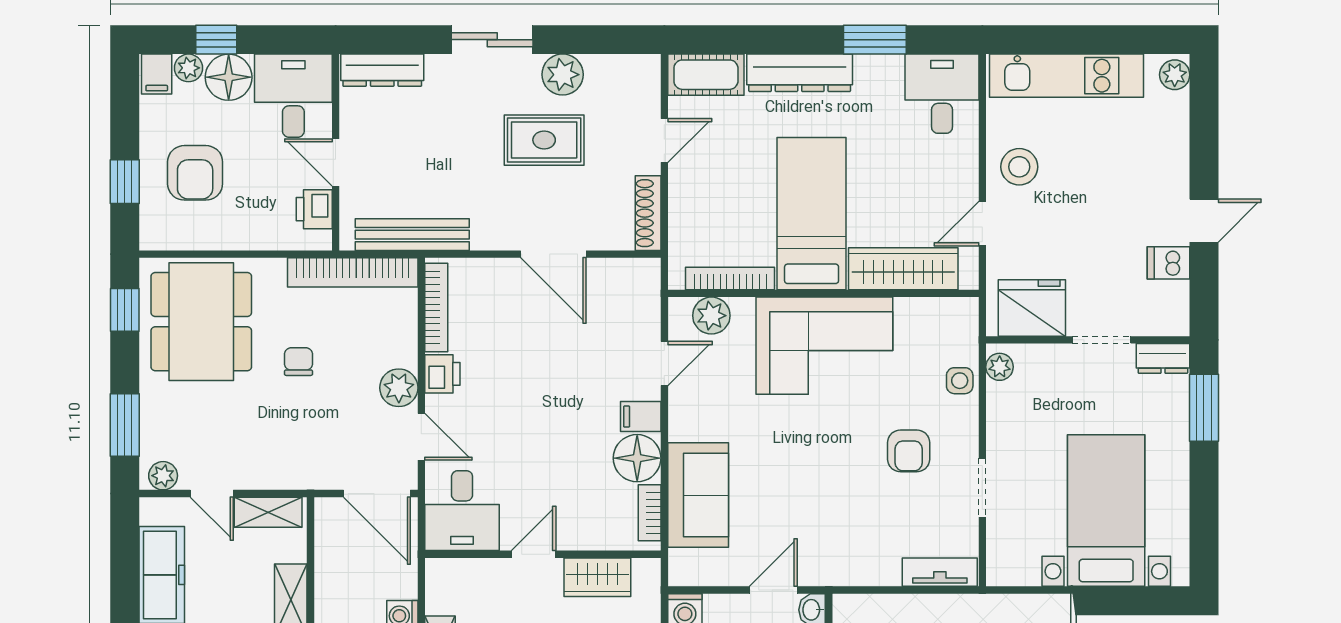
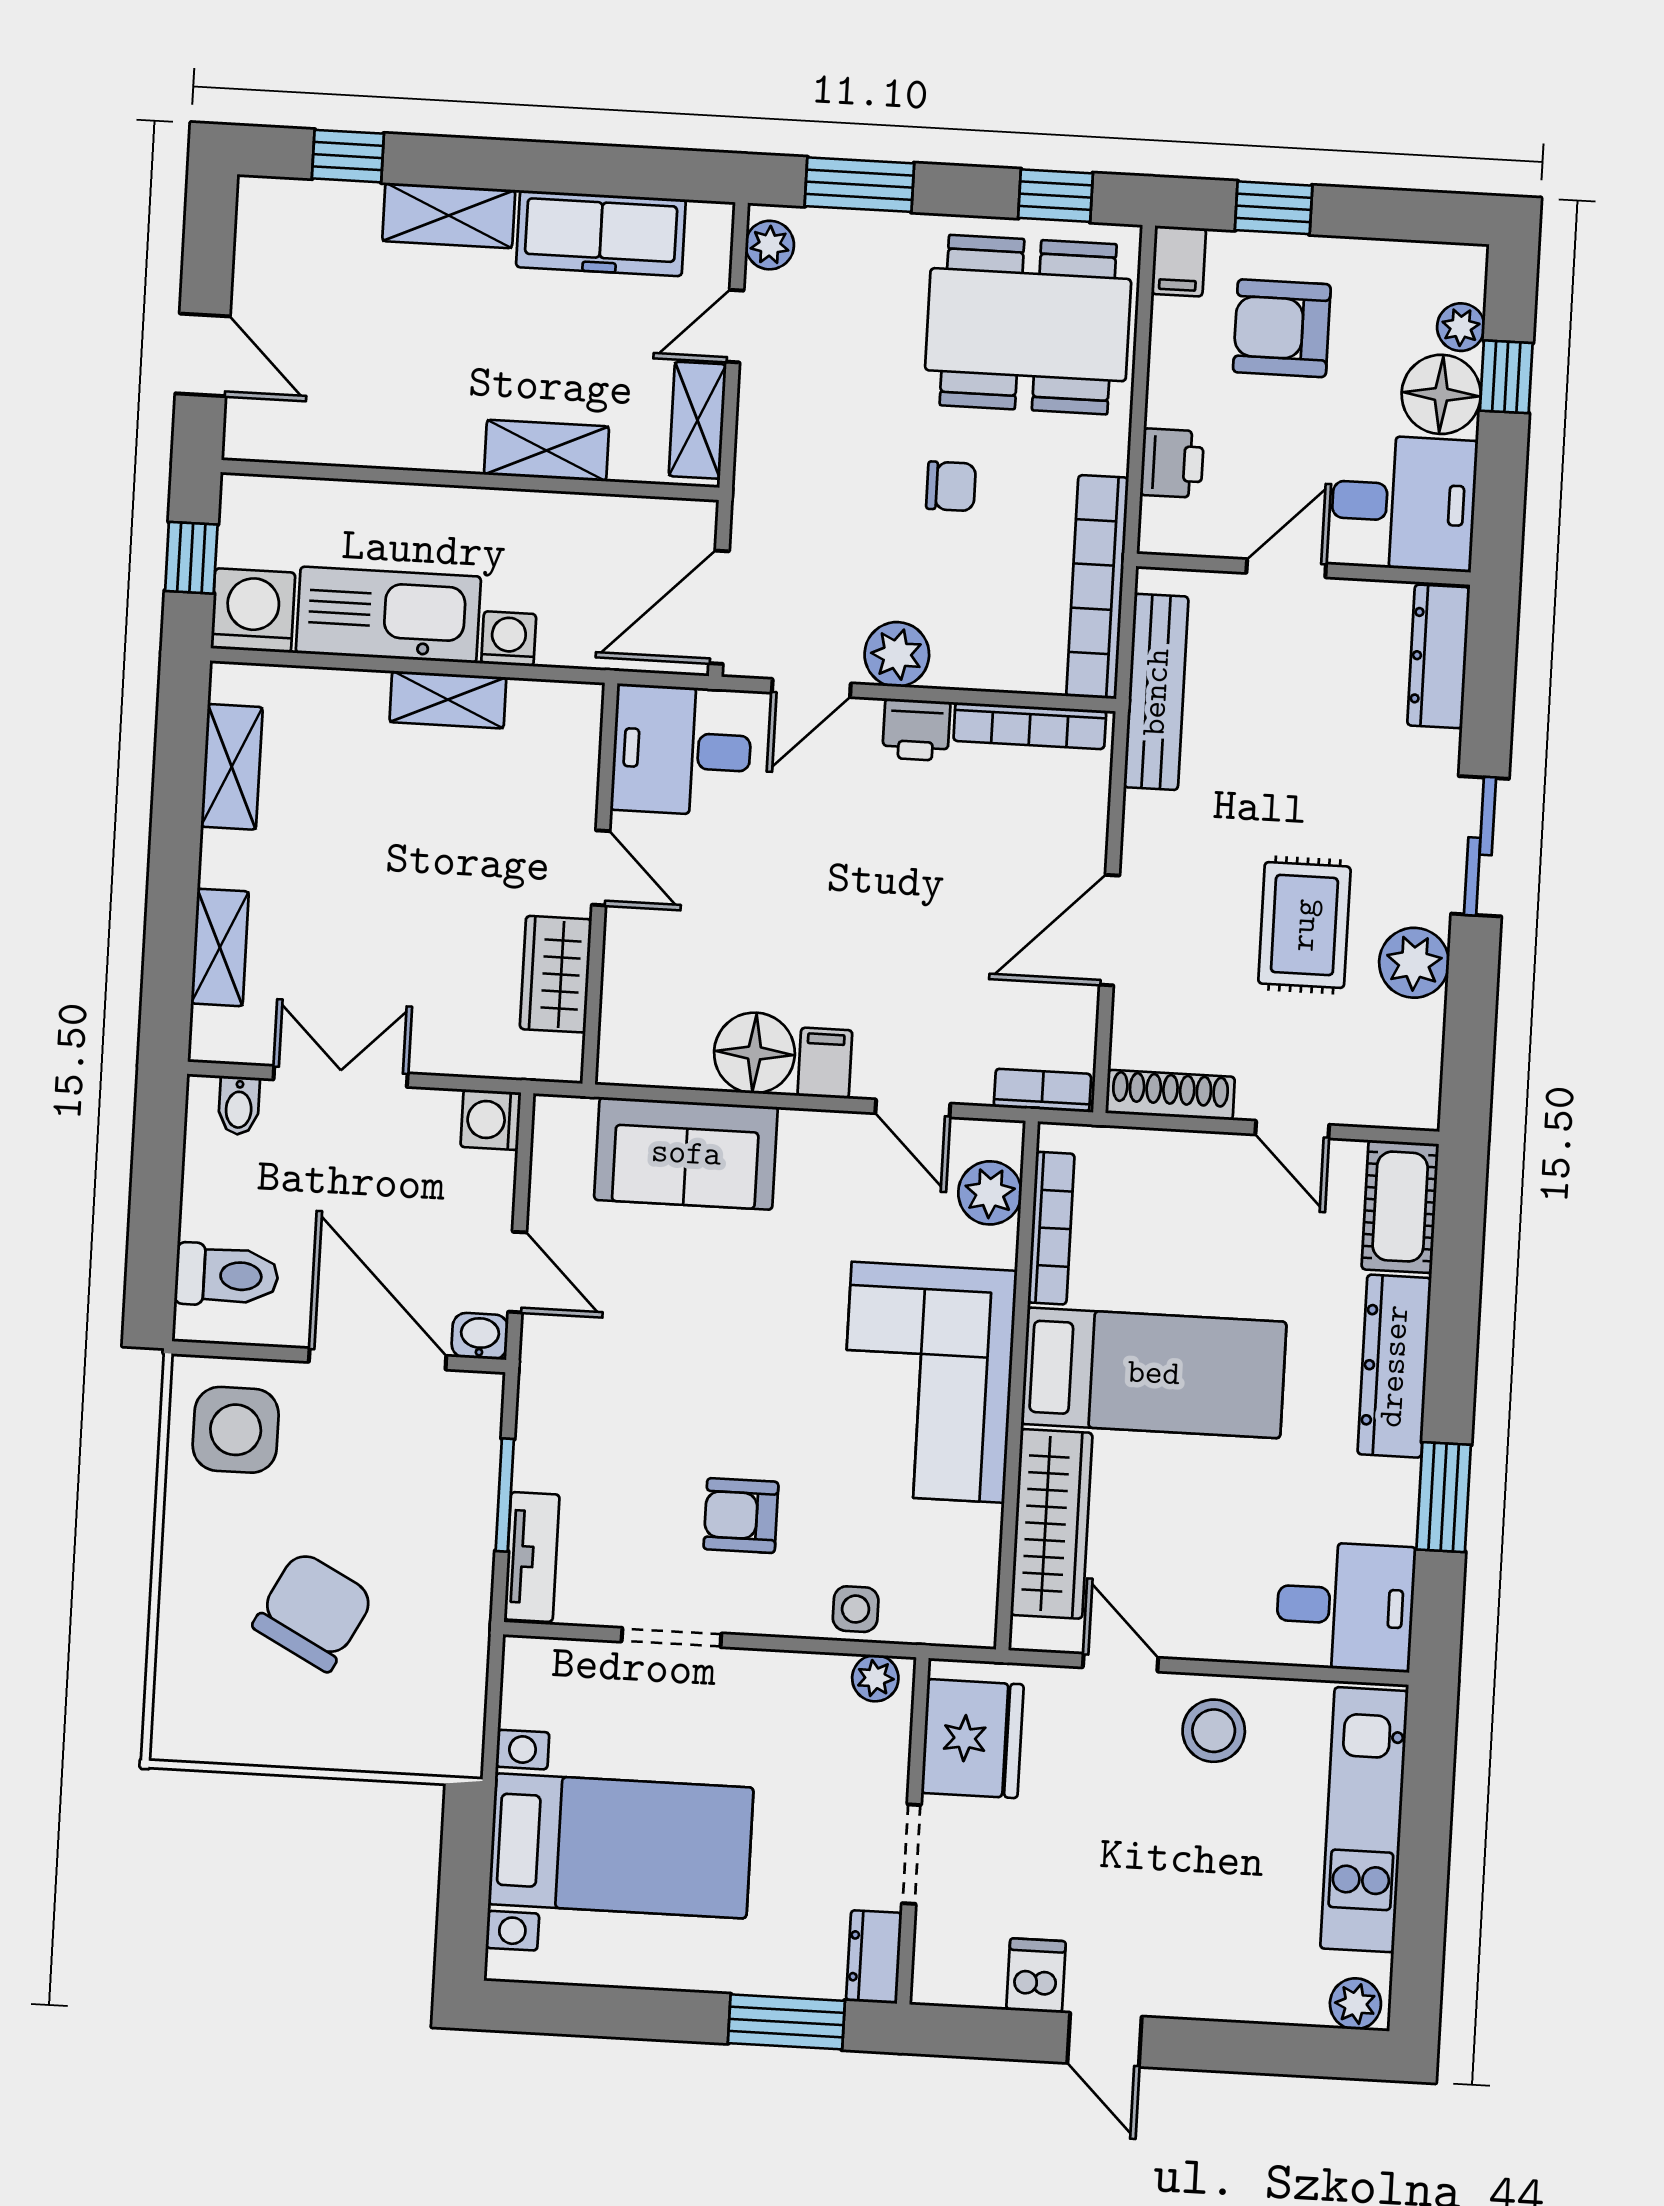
filing cabinet: (157, 74) -> (1179, 261), moved, turned -90
printer: (314, 209) -> (1172, 463), moved, turned 90
bookcase: (650, 513) -> (1042, 1090), moved
window: (904, 590) -> (505, 1495), added

